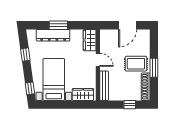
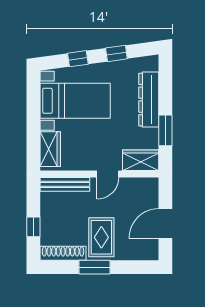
window: (58, 25) -> (165, 130), moved
door: (128, 25) -> (165, 223), hinge flipped
window: (30, 88) -> (78, 59), moved

